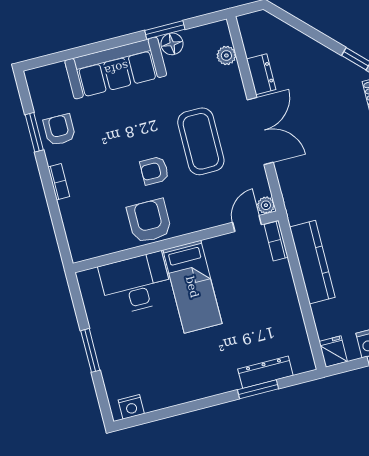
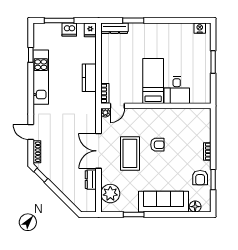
floor lamp: (172, 44) -> (195, 207), moved
plant: (226, 55) -> (110, 194), width x1.87, depth x1.87
armchair: (149, 221) -> (166, 120), removed
kitchen counter: (312, 262) -> (89, 78), width x0.67
desk: (136, 283) -> (177, 90), width x0.73
dresser: (265, 372) -> (114, 28), moved

